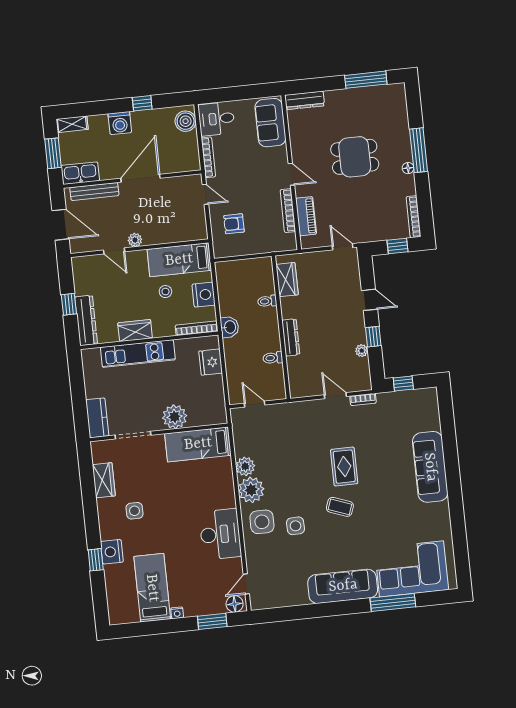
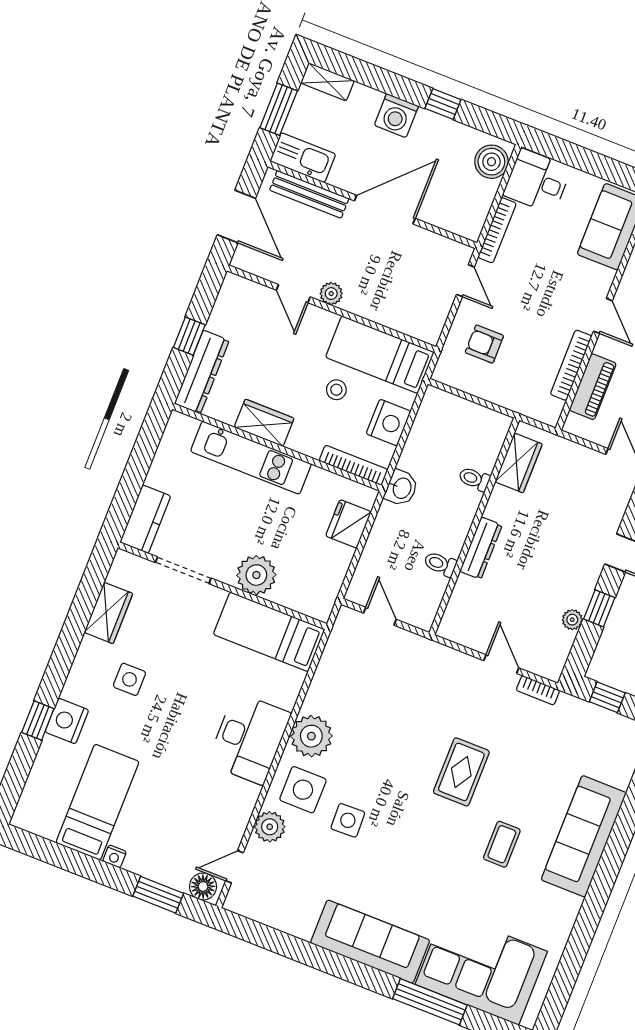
plant: (245, 466) -> (270, 827), moved
coffee table: (340, 507) -> (502, 844), moved, turned 70
desk: (220, 534) -> (249, 738), moved

